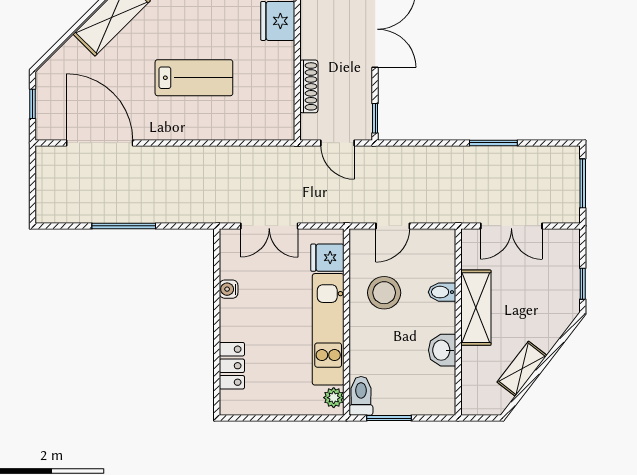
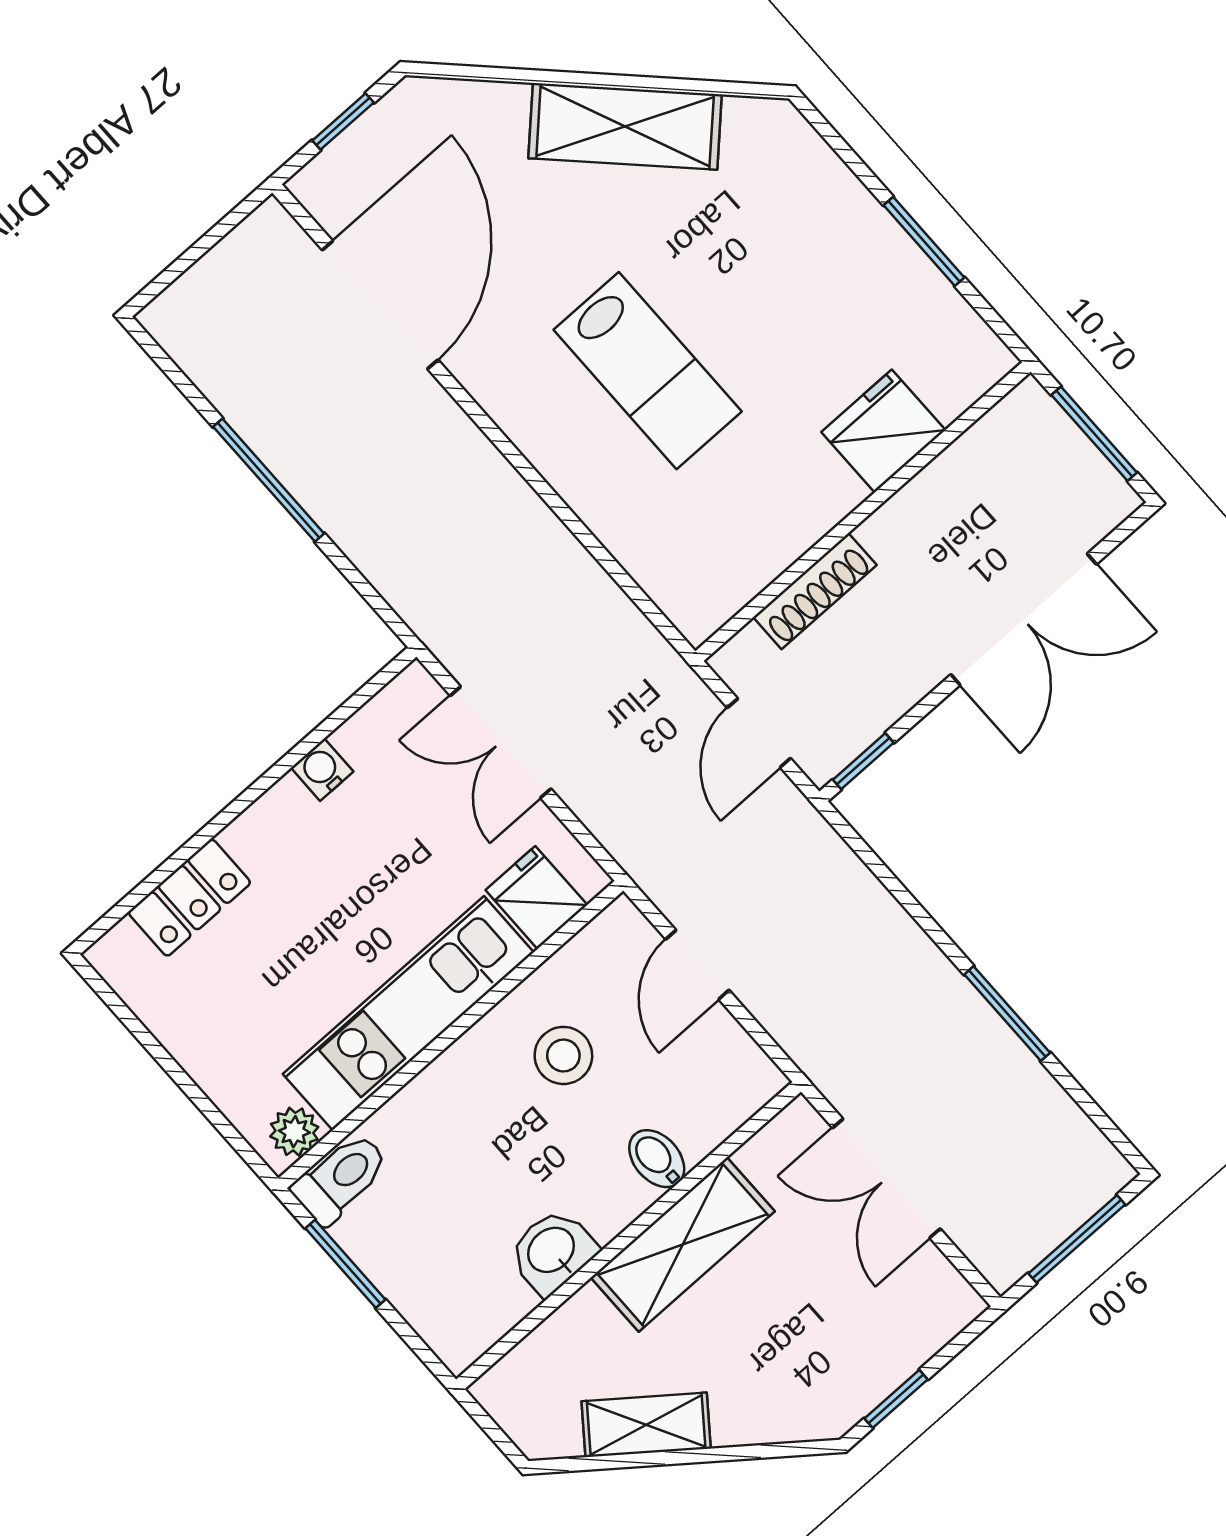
door: (393, 226) -> (697, 965), hinge flipped
stool: (384, 293) -> (563, 1055), width x0.73, depth x0.73

